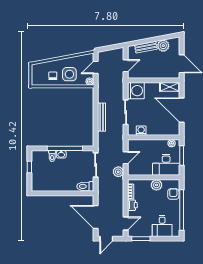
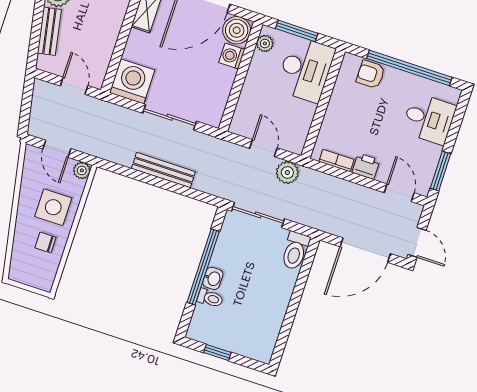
boiler: (173, 129) -> (237, 30), added
washing machine: (141, 131) -> (232, 56), moved
plant: (156, 185) -> (341, 103), removed

